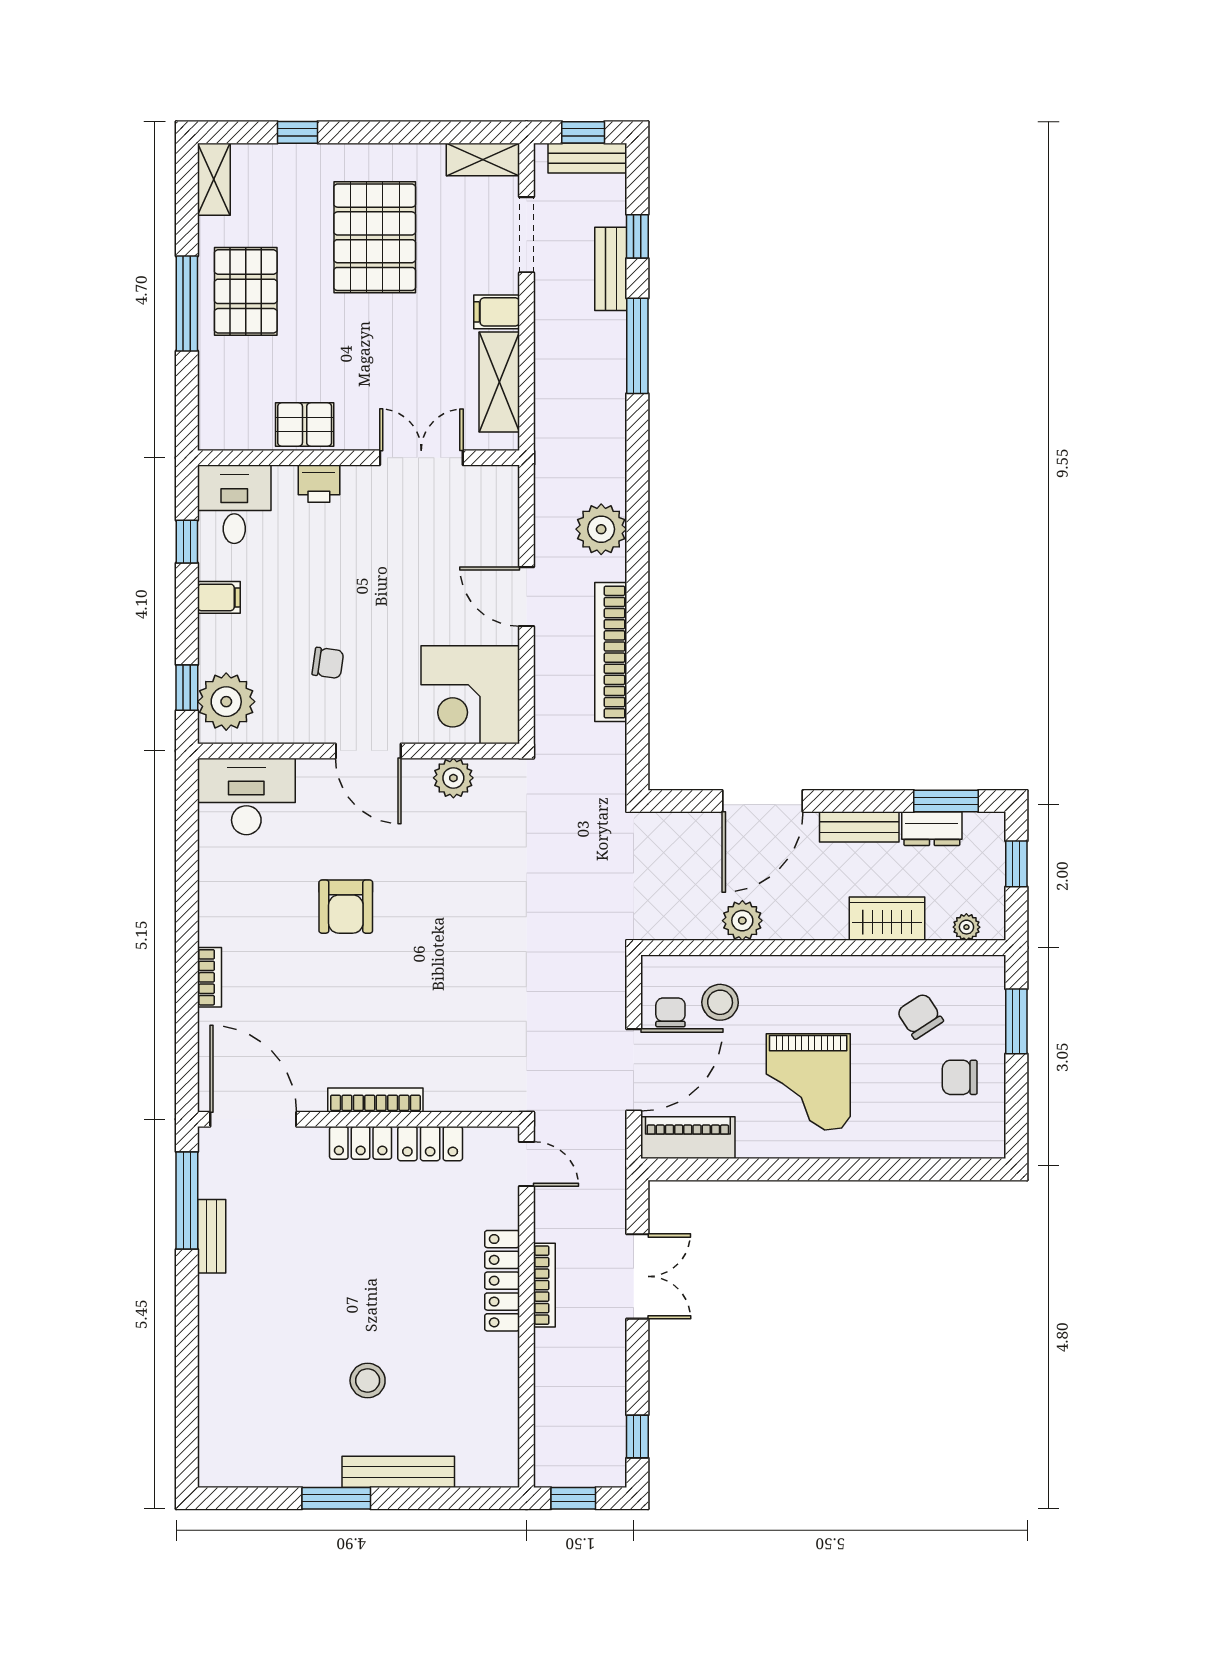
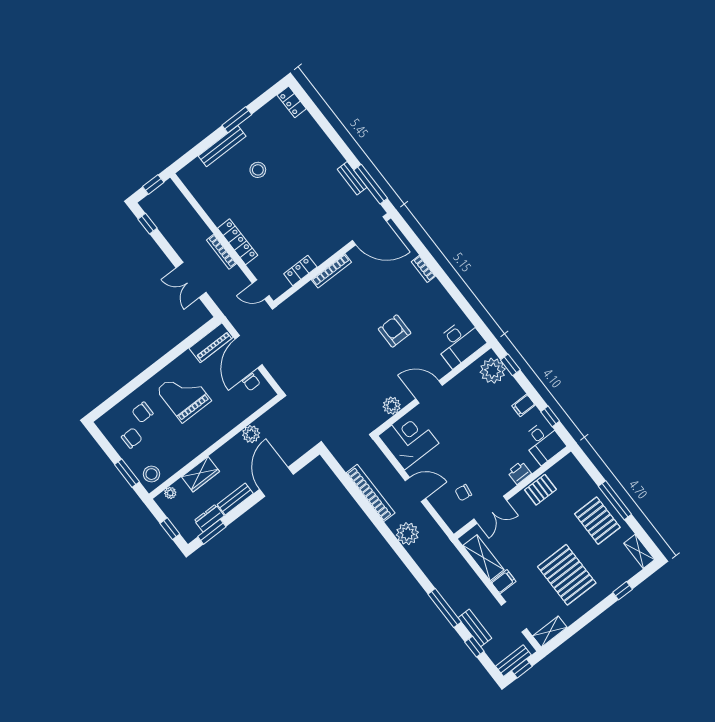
chair: (328, 663) -> (463, 493), moved
stool: (720, 1002) -> (151, 474), moved
chair: (920, 1016) -> (143, 412), moved, turned 123
locker: (361, 1143) -> (292, 102), moved, turned -90

